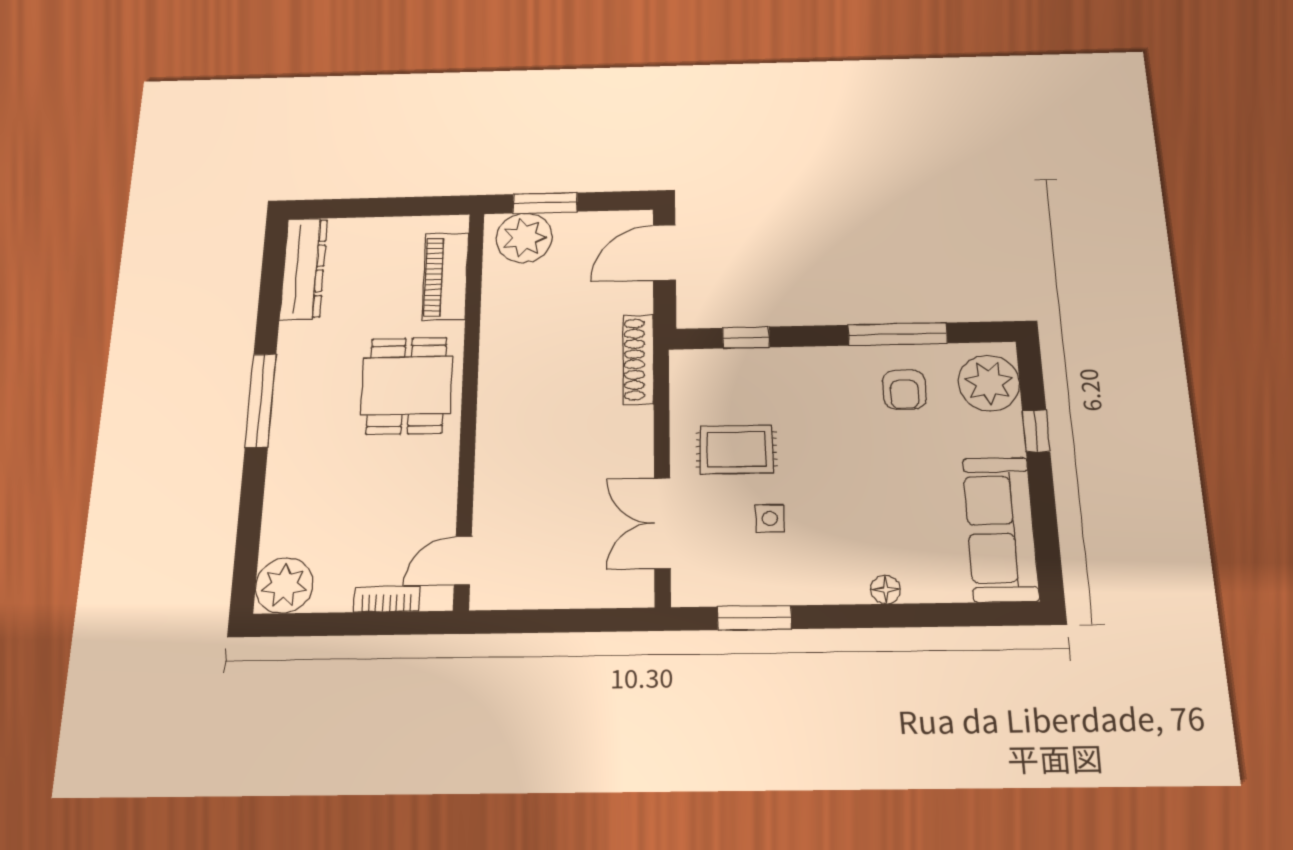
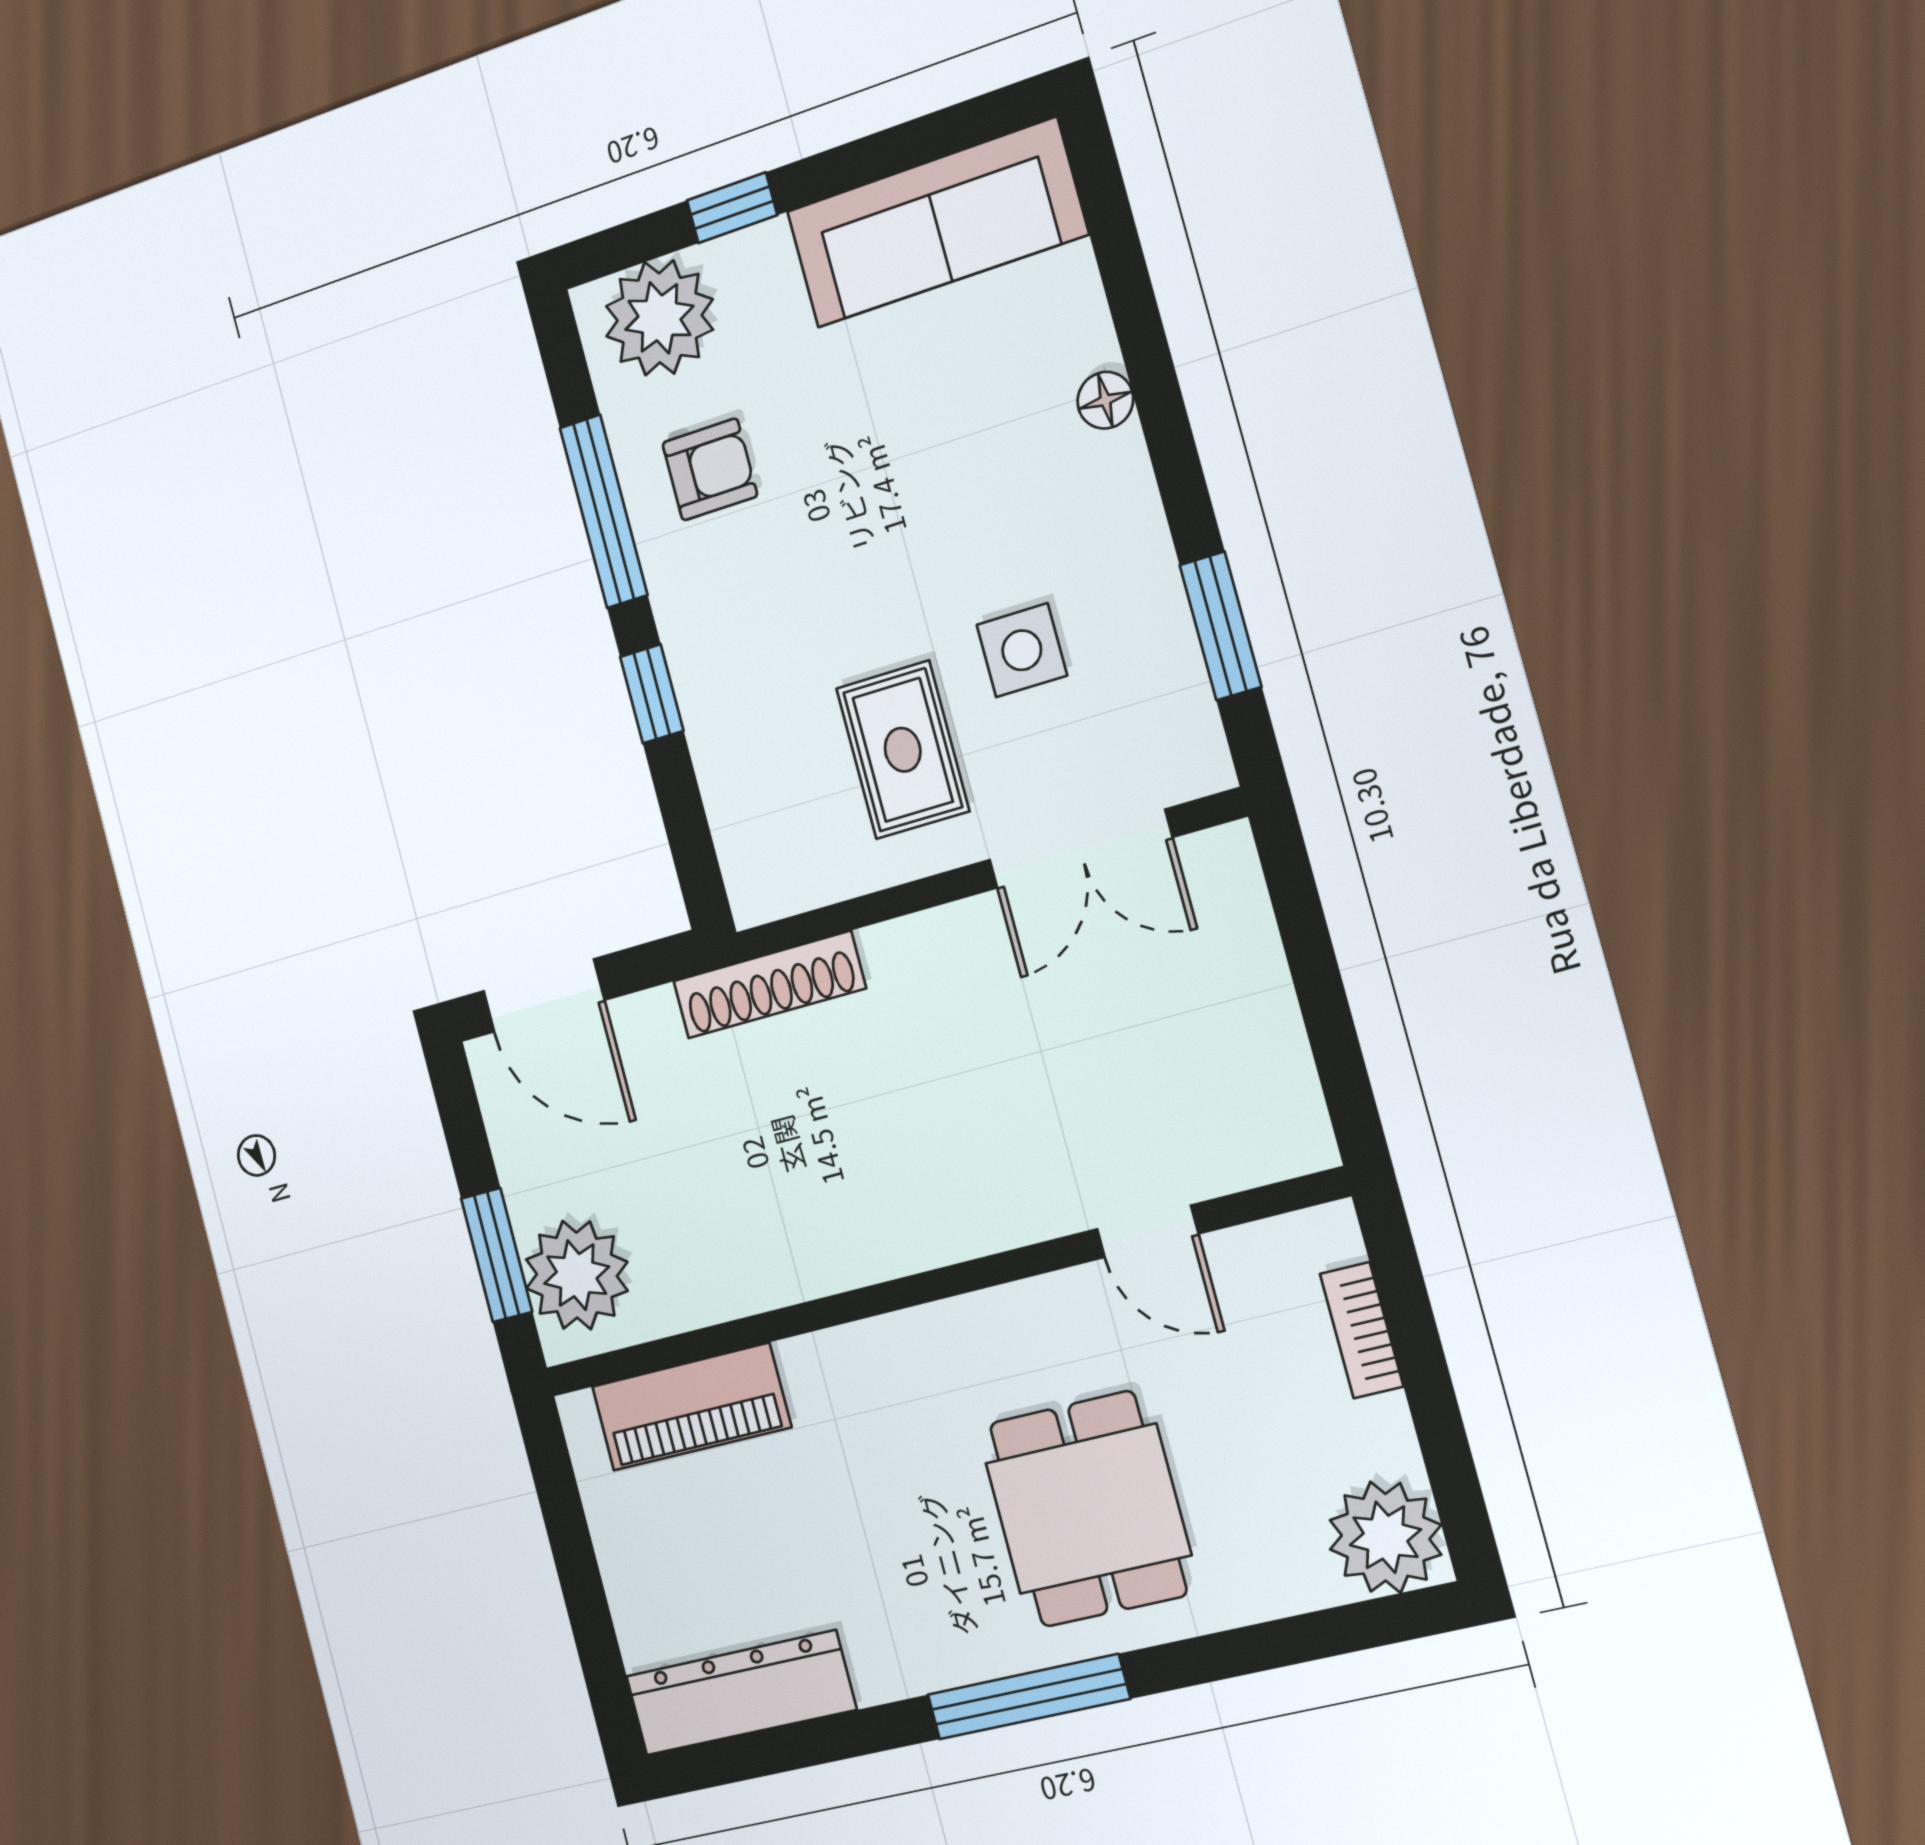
window: (746, 338) -> (652, 694), moved
dining table: (407, 386) -> (1088, 1509), moved, turned 90
side table: (770, 518) -> (1022, 650), width x1.37, depth x1.37
door: (463, 561) -> (1148, 1231), moved

